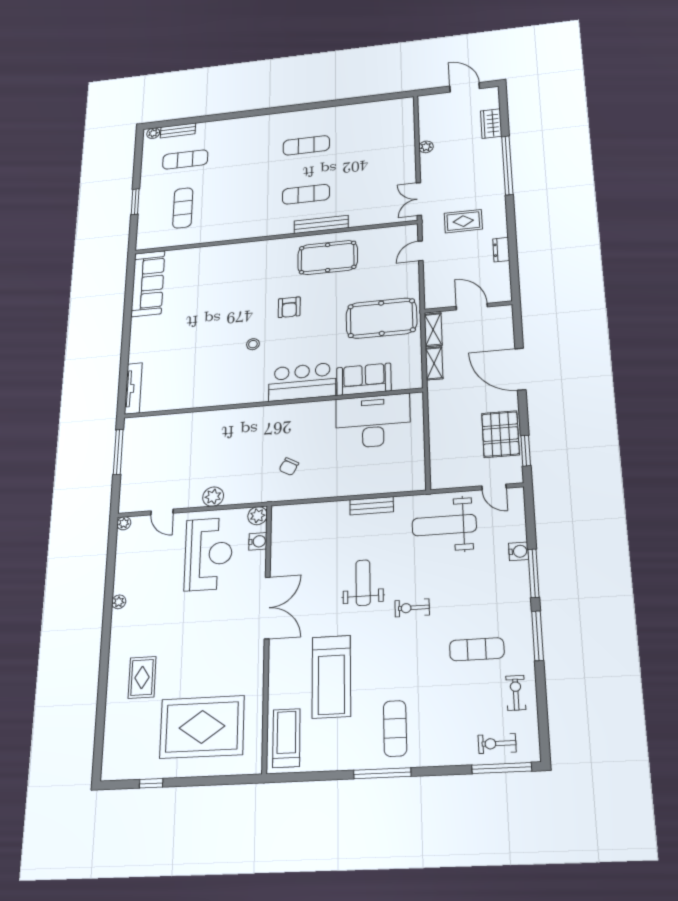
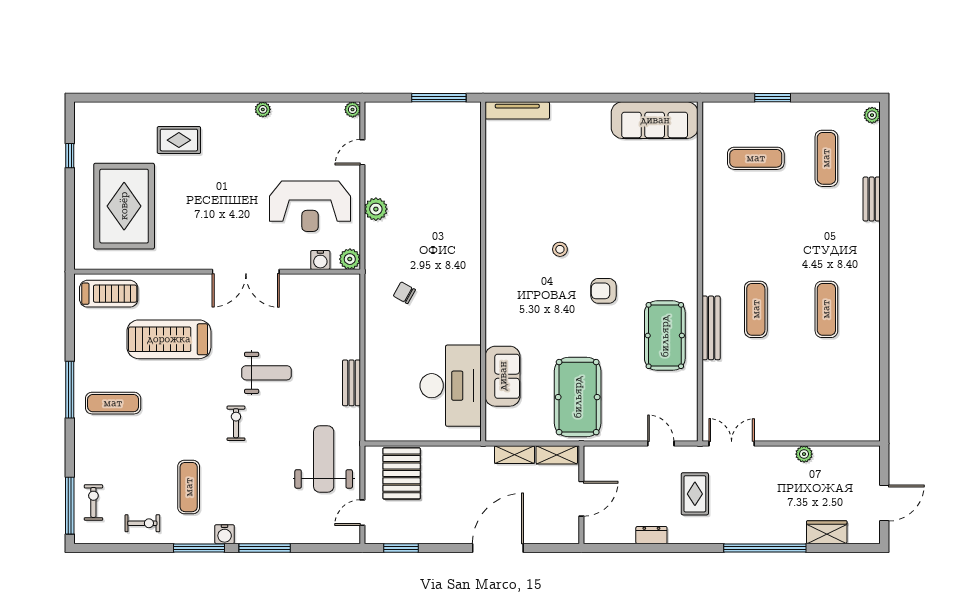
bench: (178, 130) -> (872, 199), moved
bar counter: (302, 382) -> (506, 307), removed
pallet: (500, 434) -> (402, 473), moved, turned 90
water cooler: (519, 551) -> (225, 534), moved

